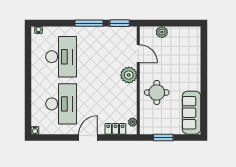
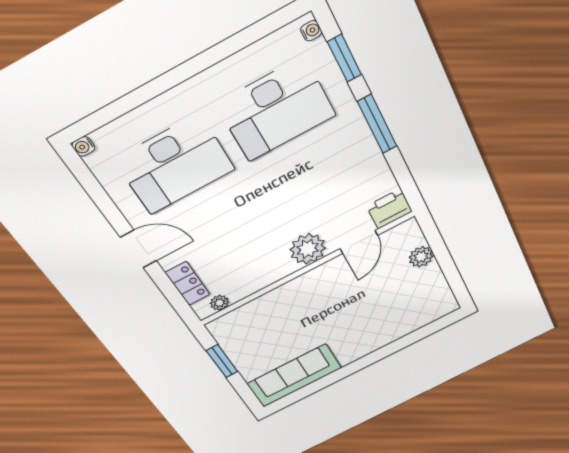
window: (120, 23) -> (345, 58), moved
printer: (130, 35) -> (389, 209), added
round table: (157, 92) -> (300, 309), removed

